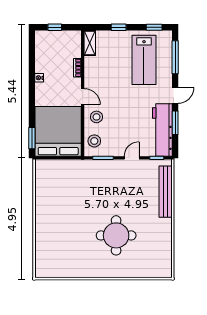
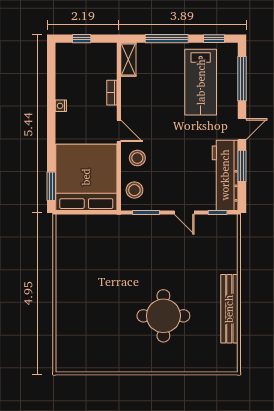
window: (119, 27) -> (167, 39), width x2.17
door: (132, 158) -> (184, 212), swing flipped
bench: (166, 192) -> (229, 309), moved

